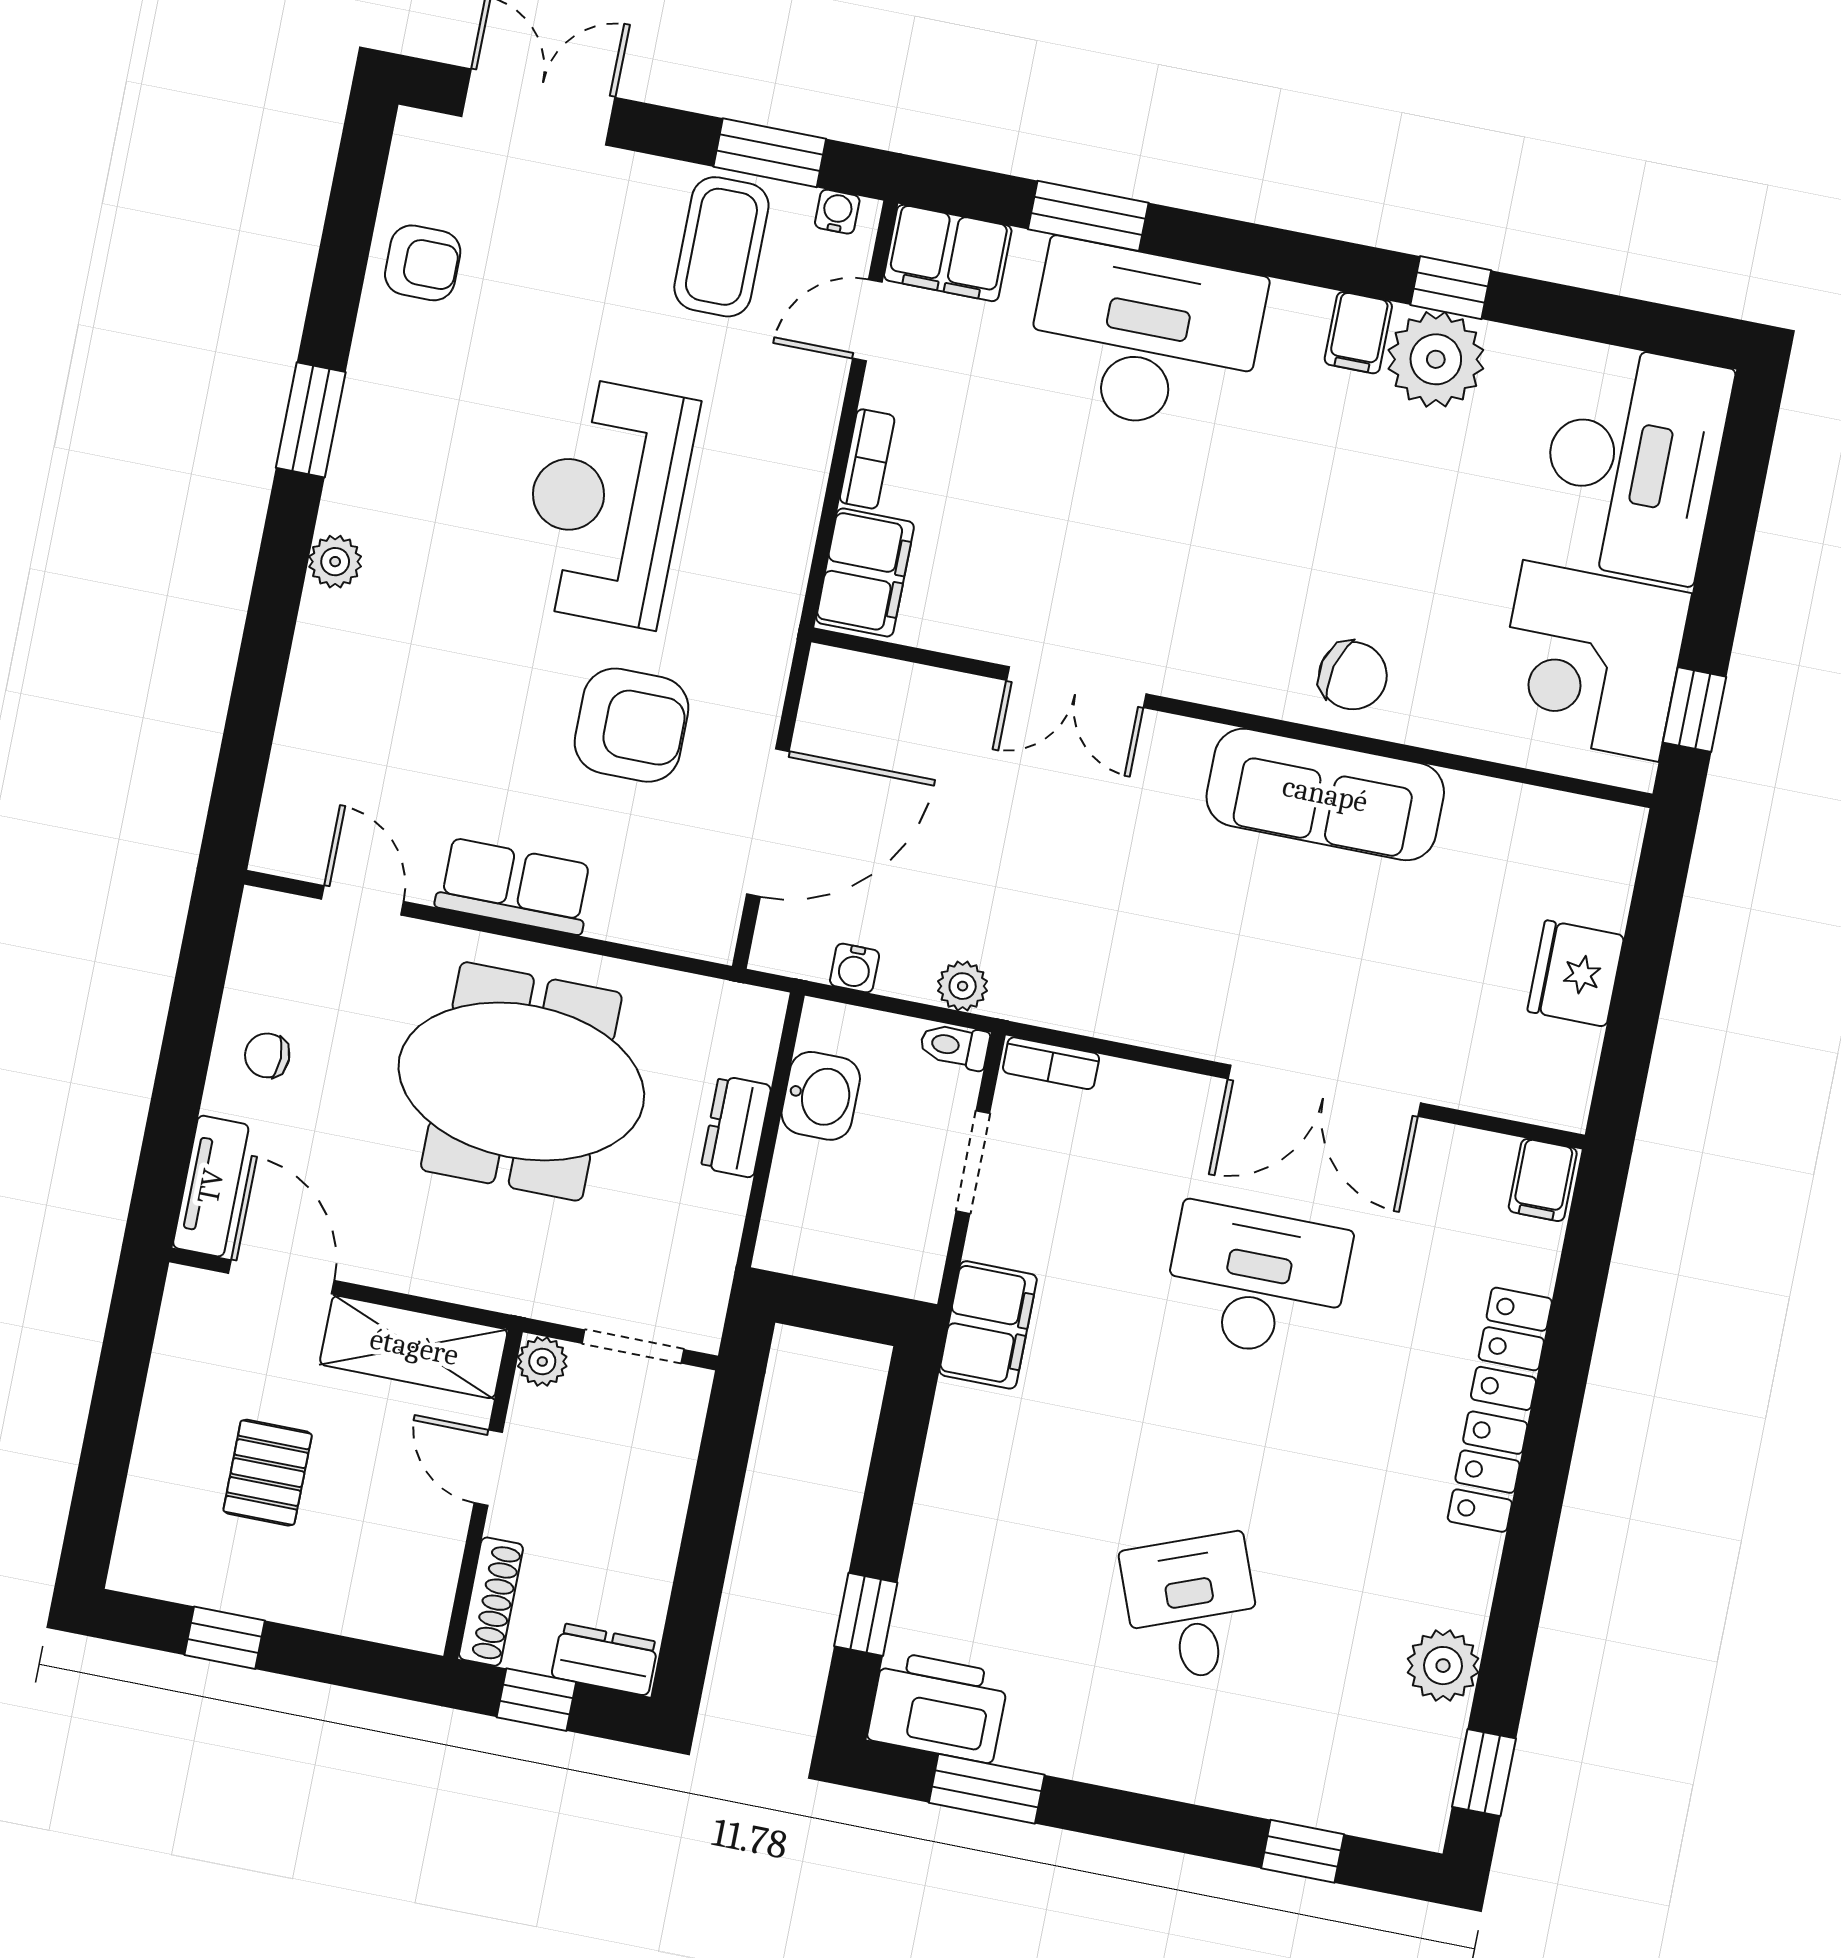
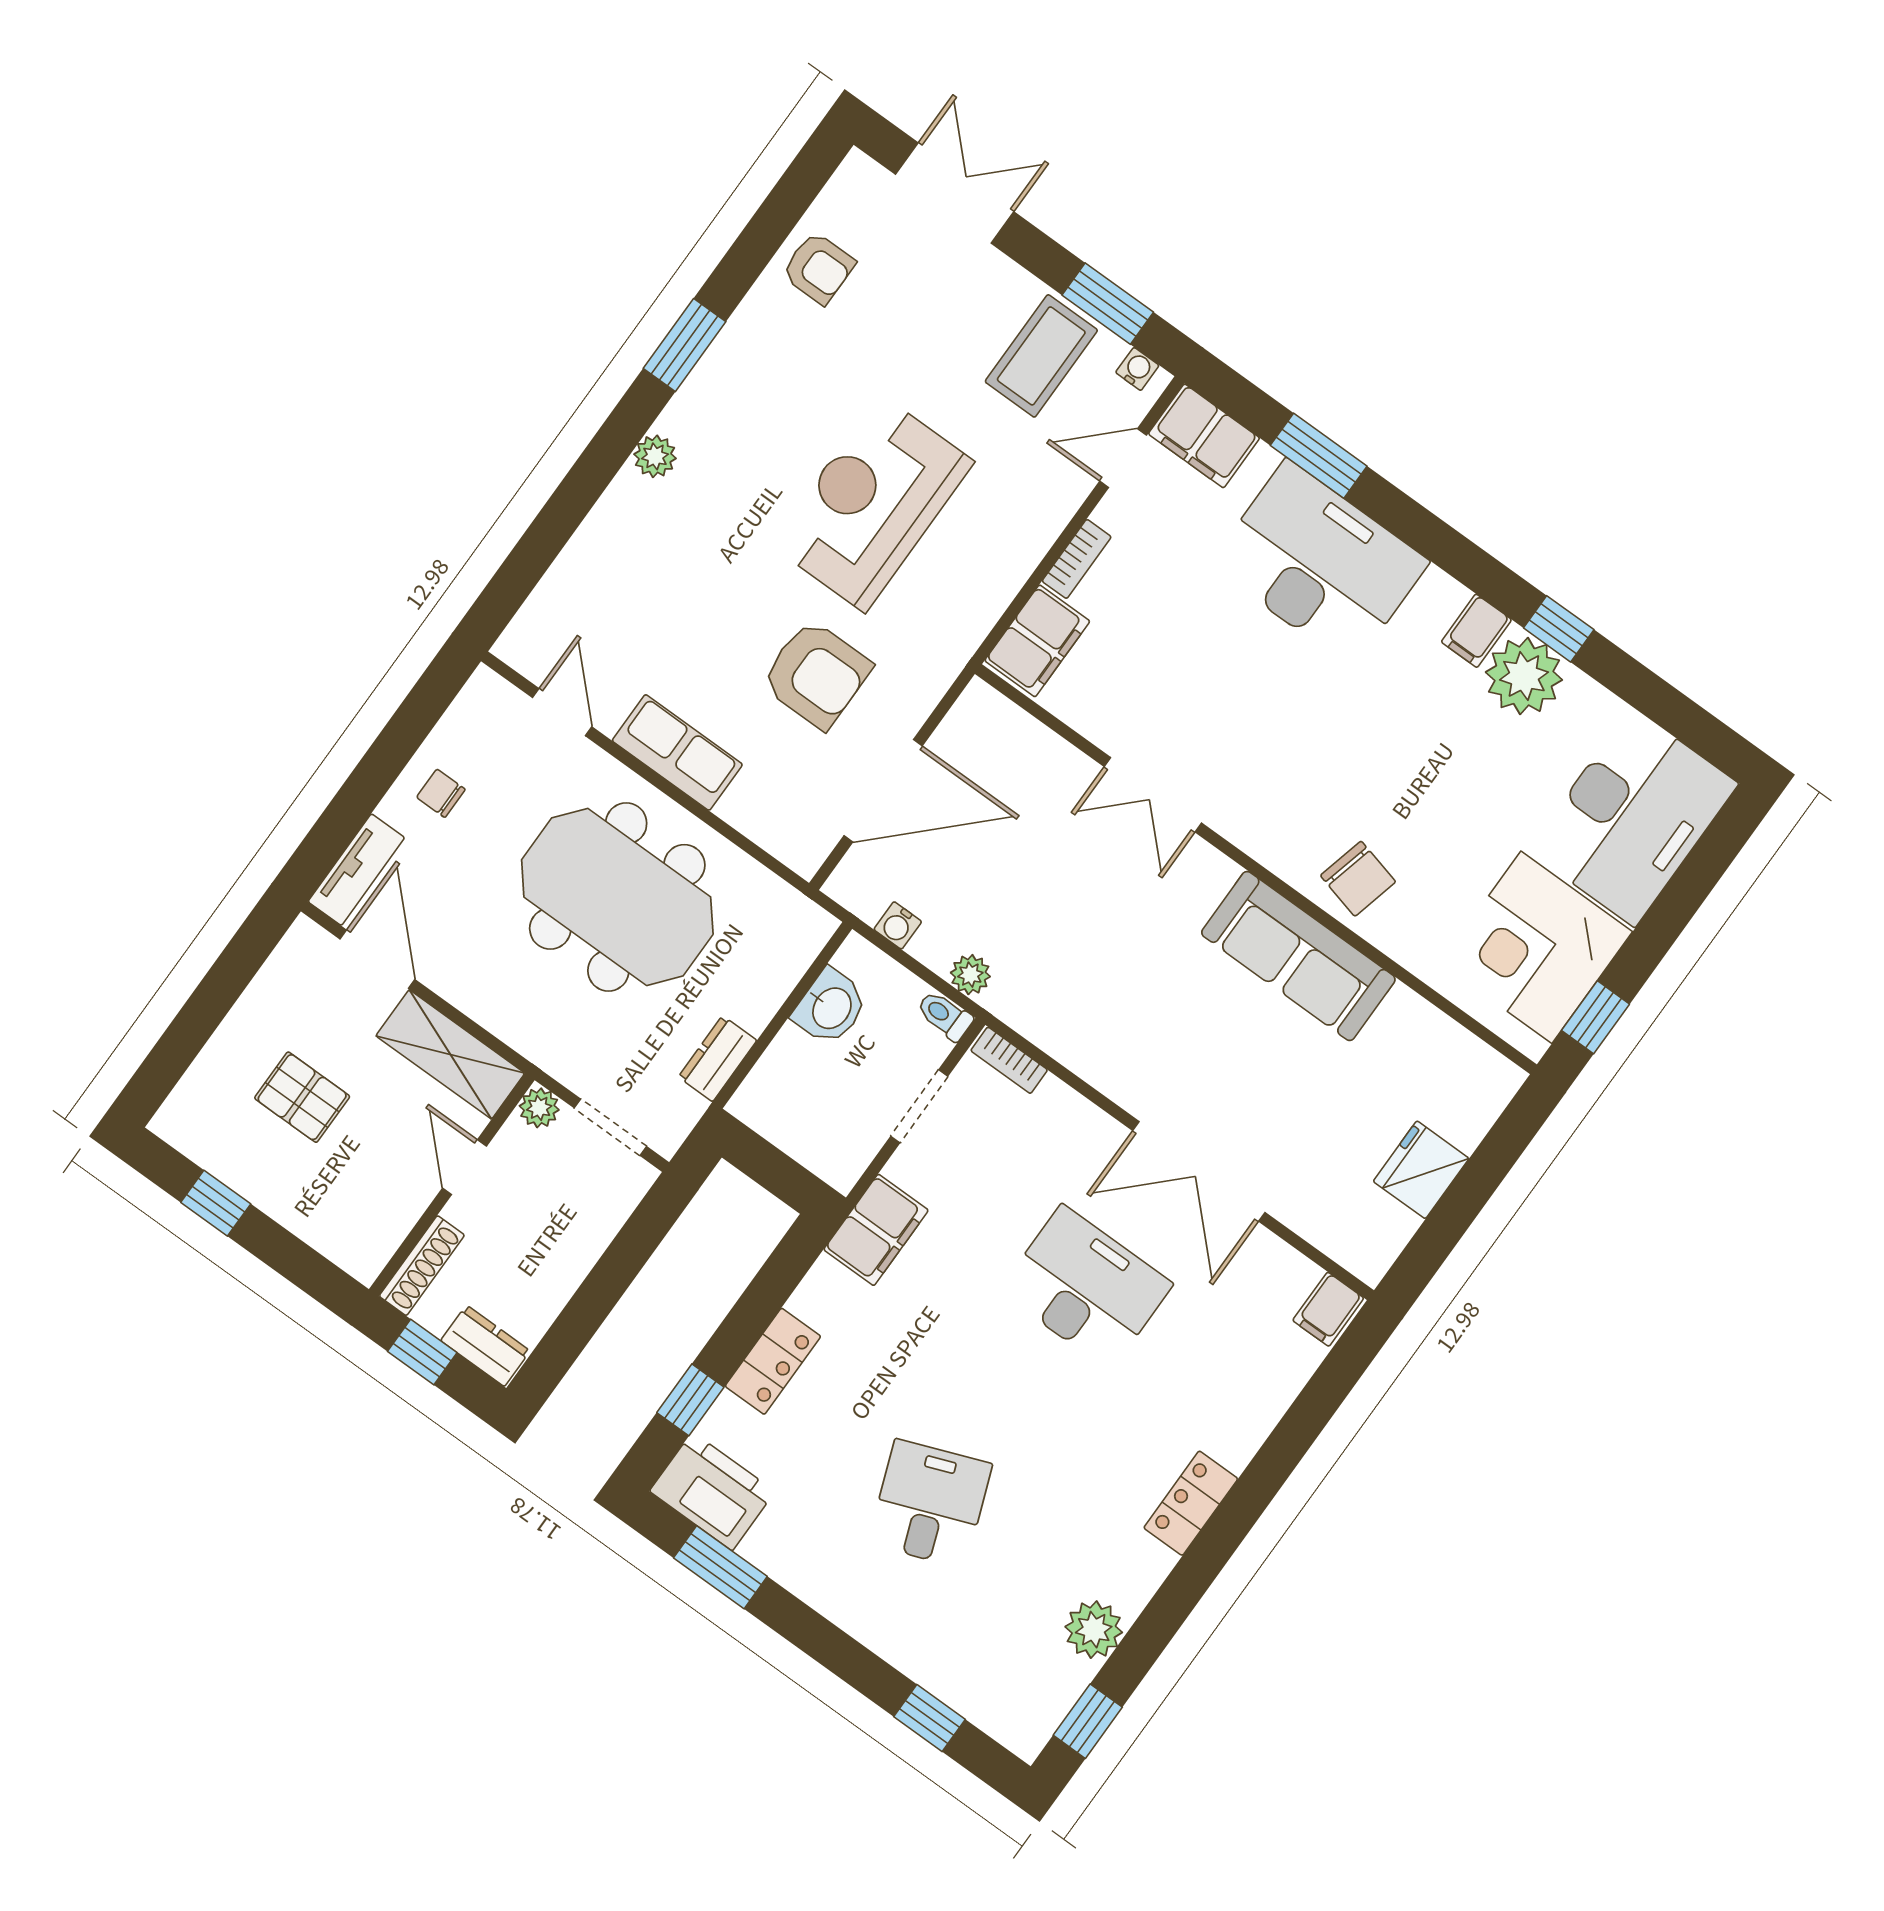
dresser: (736, 1127) -> (717, 1059), moved
locker: (1511, 1349) -> (773, 1361), moved, turned 180
pallet: (268, 1473) -> (302, 1097), turned 90

